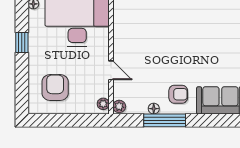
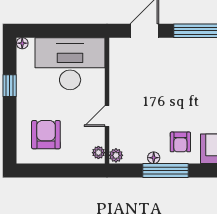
door: (111, 70) -> (107, 116), swing flipped
armchair: (178, 94) -> (180, 142), turned 90

